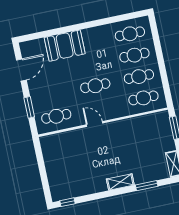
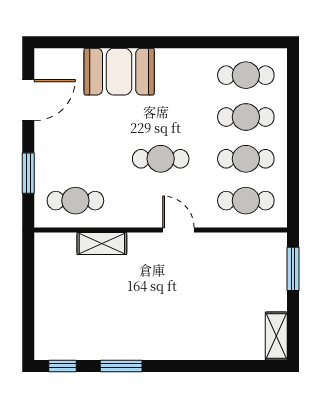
door: (95, 124) -> (178, 230), moved
shelving: (120, 182) -> (102, 244), moved
window: (147, 186) -> (121, 366), moved

